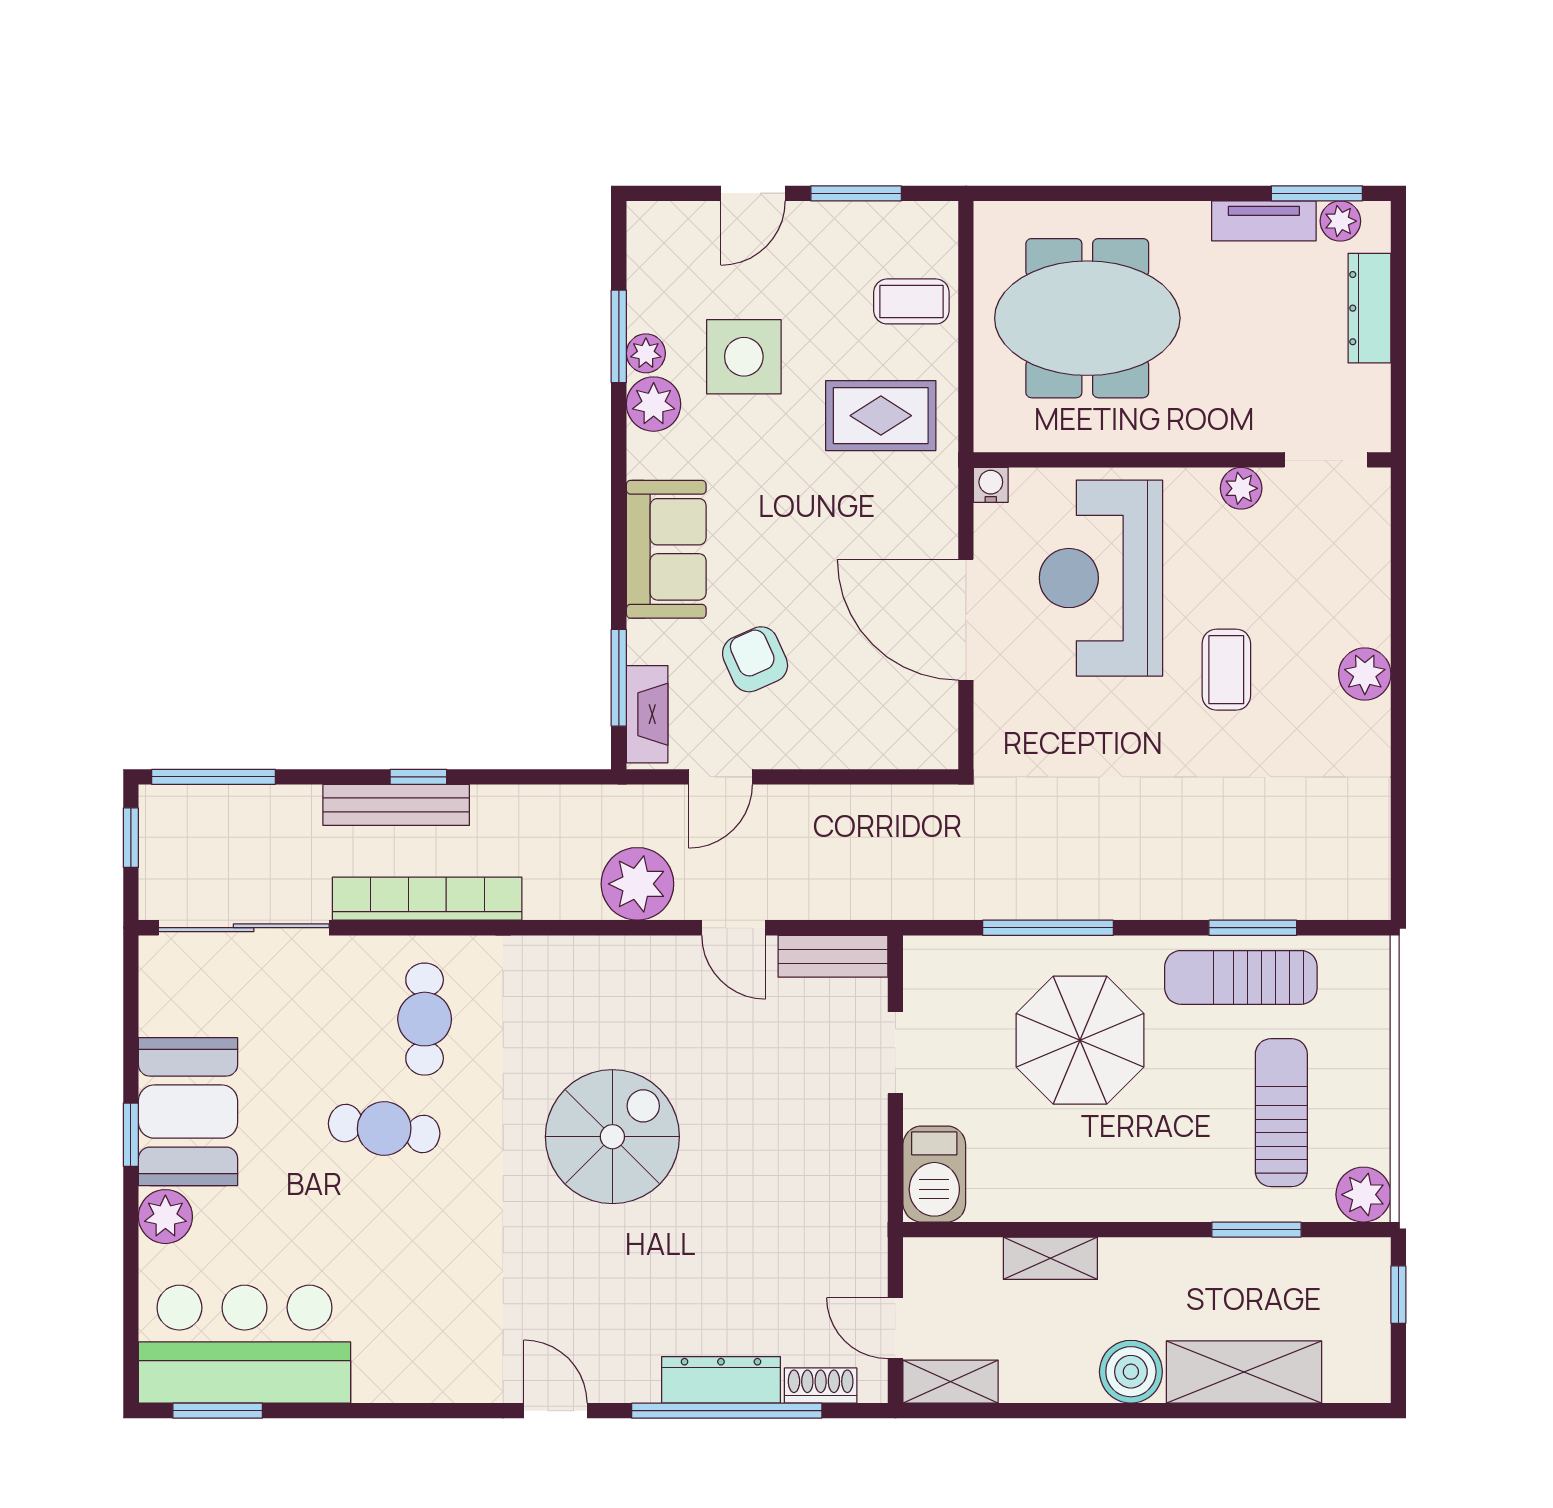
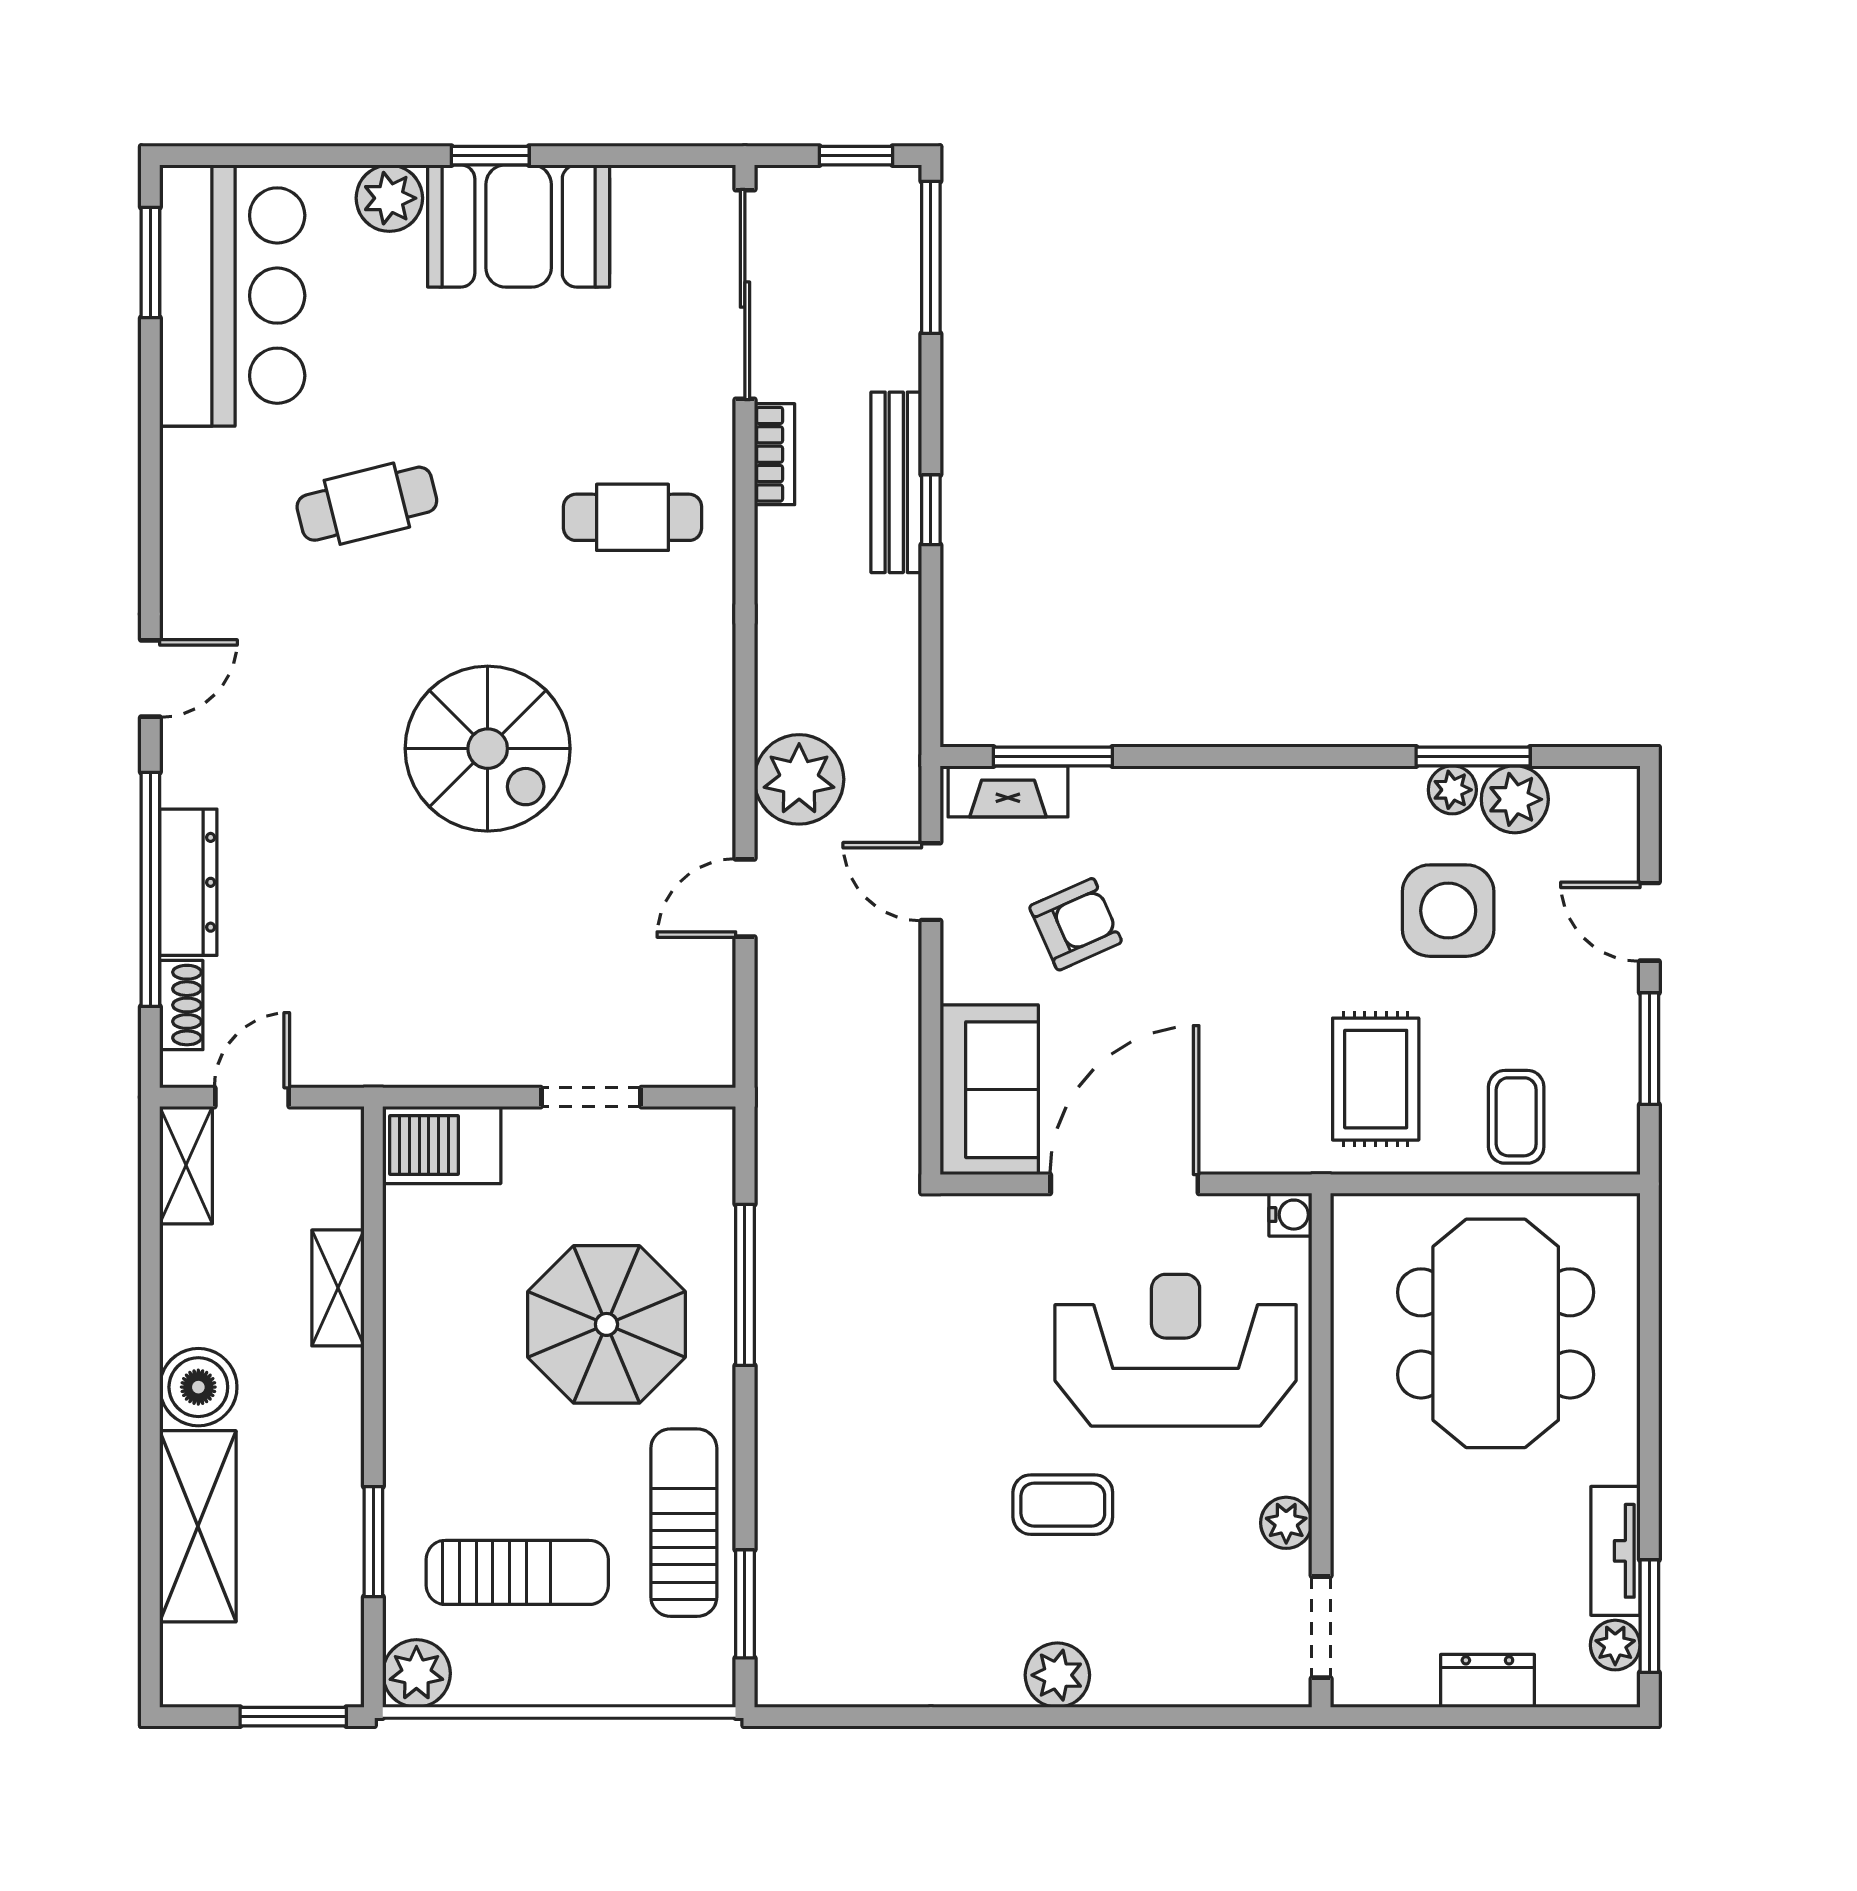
dresser: (1369, 308) -> (1487, 1681), width x0.70
plant: (654, 404) -> (1515, 799), moved
sofa: (666, 549) -> (989, 1090), moved, turned -90
bookcase: (427, 899) -> (774, 454), width x0.43, depth x0.76
window: (1253, 928) -> (745, 1604), moved
bench: (833, 956) -> (710, 1020), removed
cafe table: (384, 1129) -> (367, 504), moved, turned 68
window: (1398, 1295) -> (293, 1717), width x1.50

